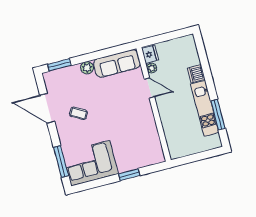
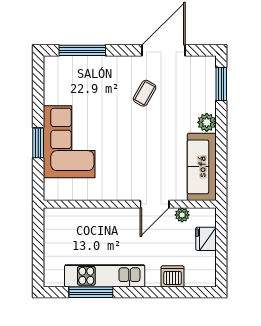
fridge: (150, 54) -> (206, 239), moved, turned 90
dishwasher: (196, 74) -> (173, 276), moved
corner sofa: (90, 163) -> (69, 142), moved

